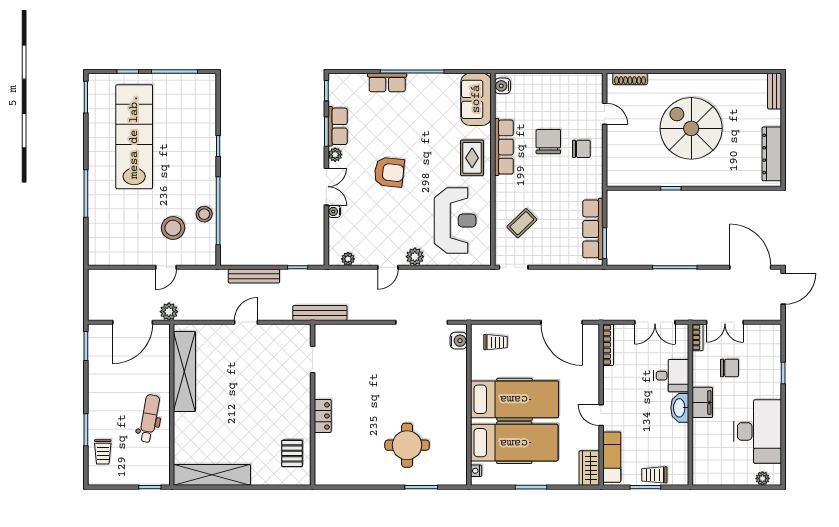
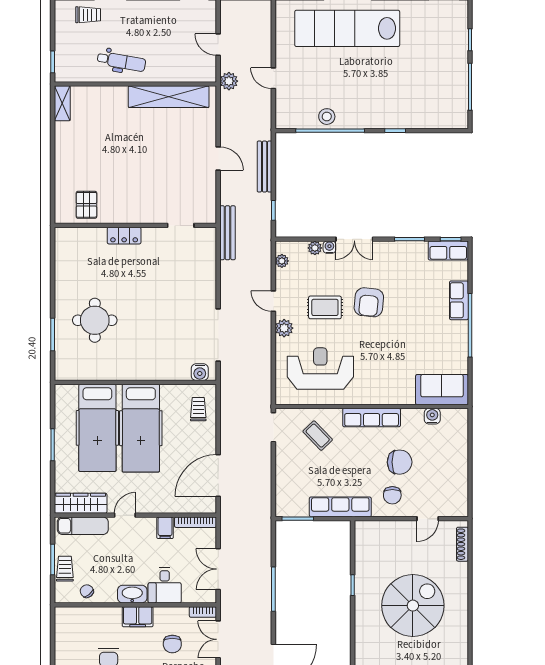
water cooler: (503, 86) -> (432, 416), moved
row of seats: (338, 126) -> (448, 251), moved
lab bench: (134, 137) -> (347, 28), moved, turned 180
row of seats: (504, 147) -> (372, 418), moved
plant: (335, 155) -> (315, 248), moved
rug: (472, 158) -> (325, 307), moved
reception desk: (455, 221) -> (320, 369), turned 180
stool: (173, 228) -> (313, 85), removed
row of seats: (593, 229) -> (340, 507), moved
door: (133, 322) -> (218, 45), width x0.53
trolley: (496, 342) -> (198, 409), turned 180
filing cabinet: (614, 375) -> (165, 528), added
trolley: (103, 452) -> (88, 15), turned 180
pallet: (292, 453) -> (86, 205), turned 90
chair: (677, 453) -> (87, 591), added
wardrobe: (589, 468) -> (81, 503), width x1.50
nightstand: (476, 471) -> (69, 390), removed
shelving: (212, 475) -> (62, 103), width x0.45, depth x0.75

